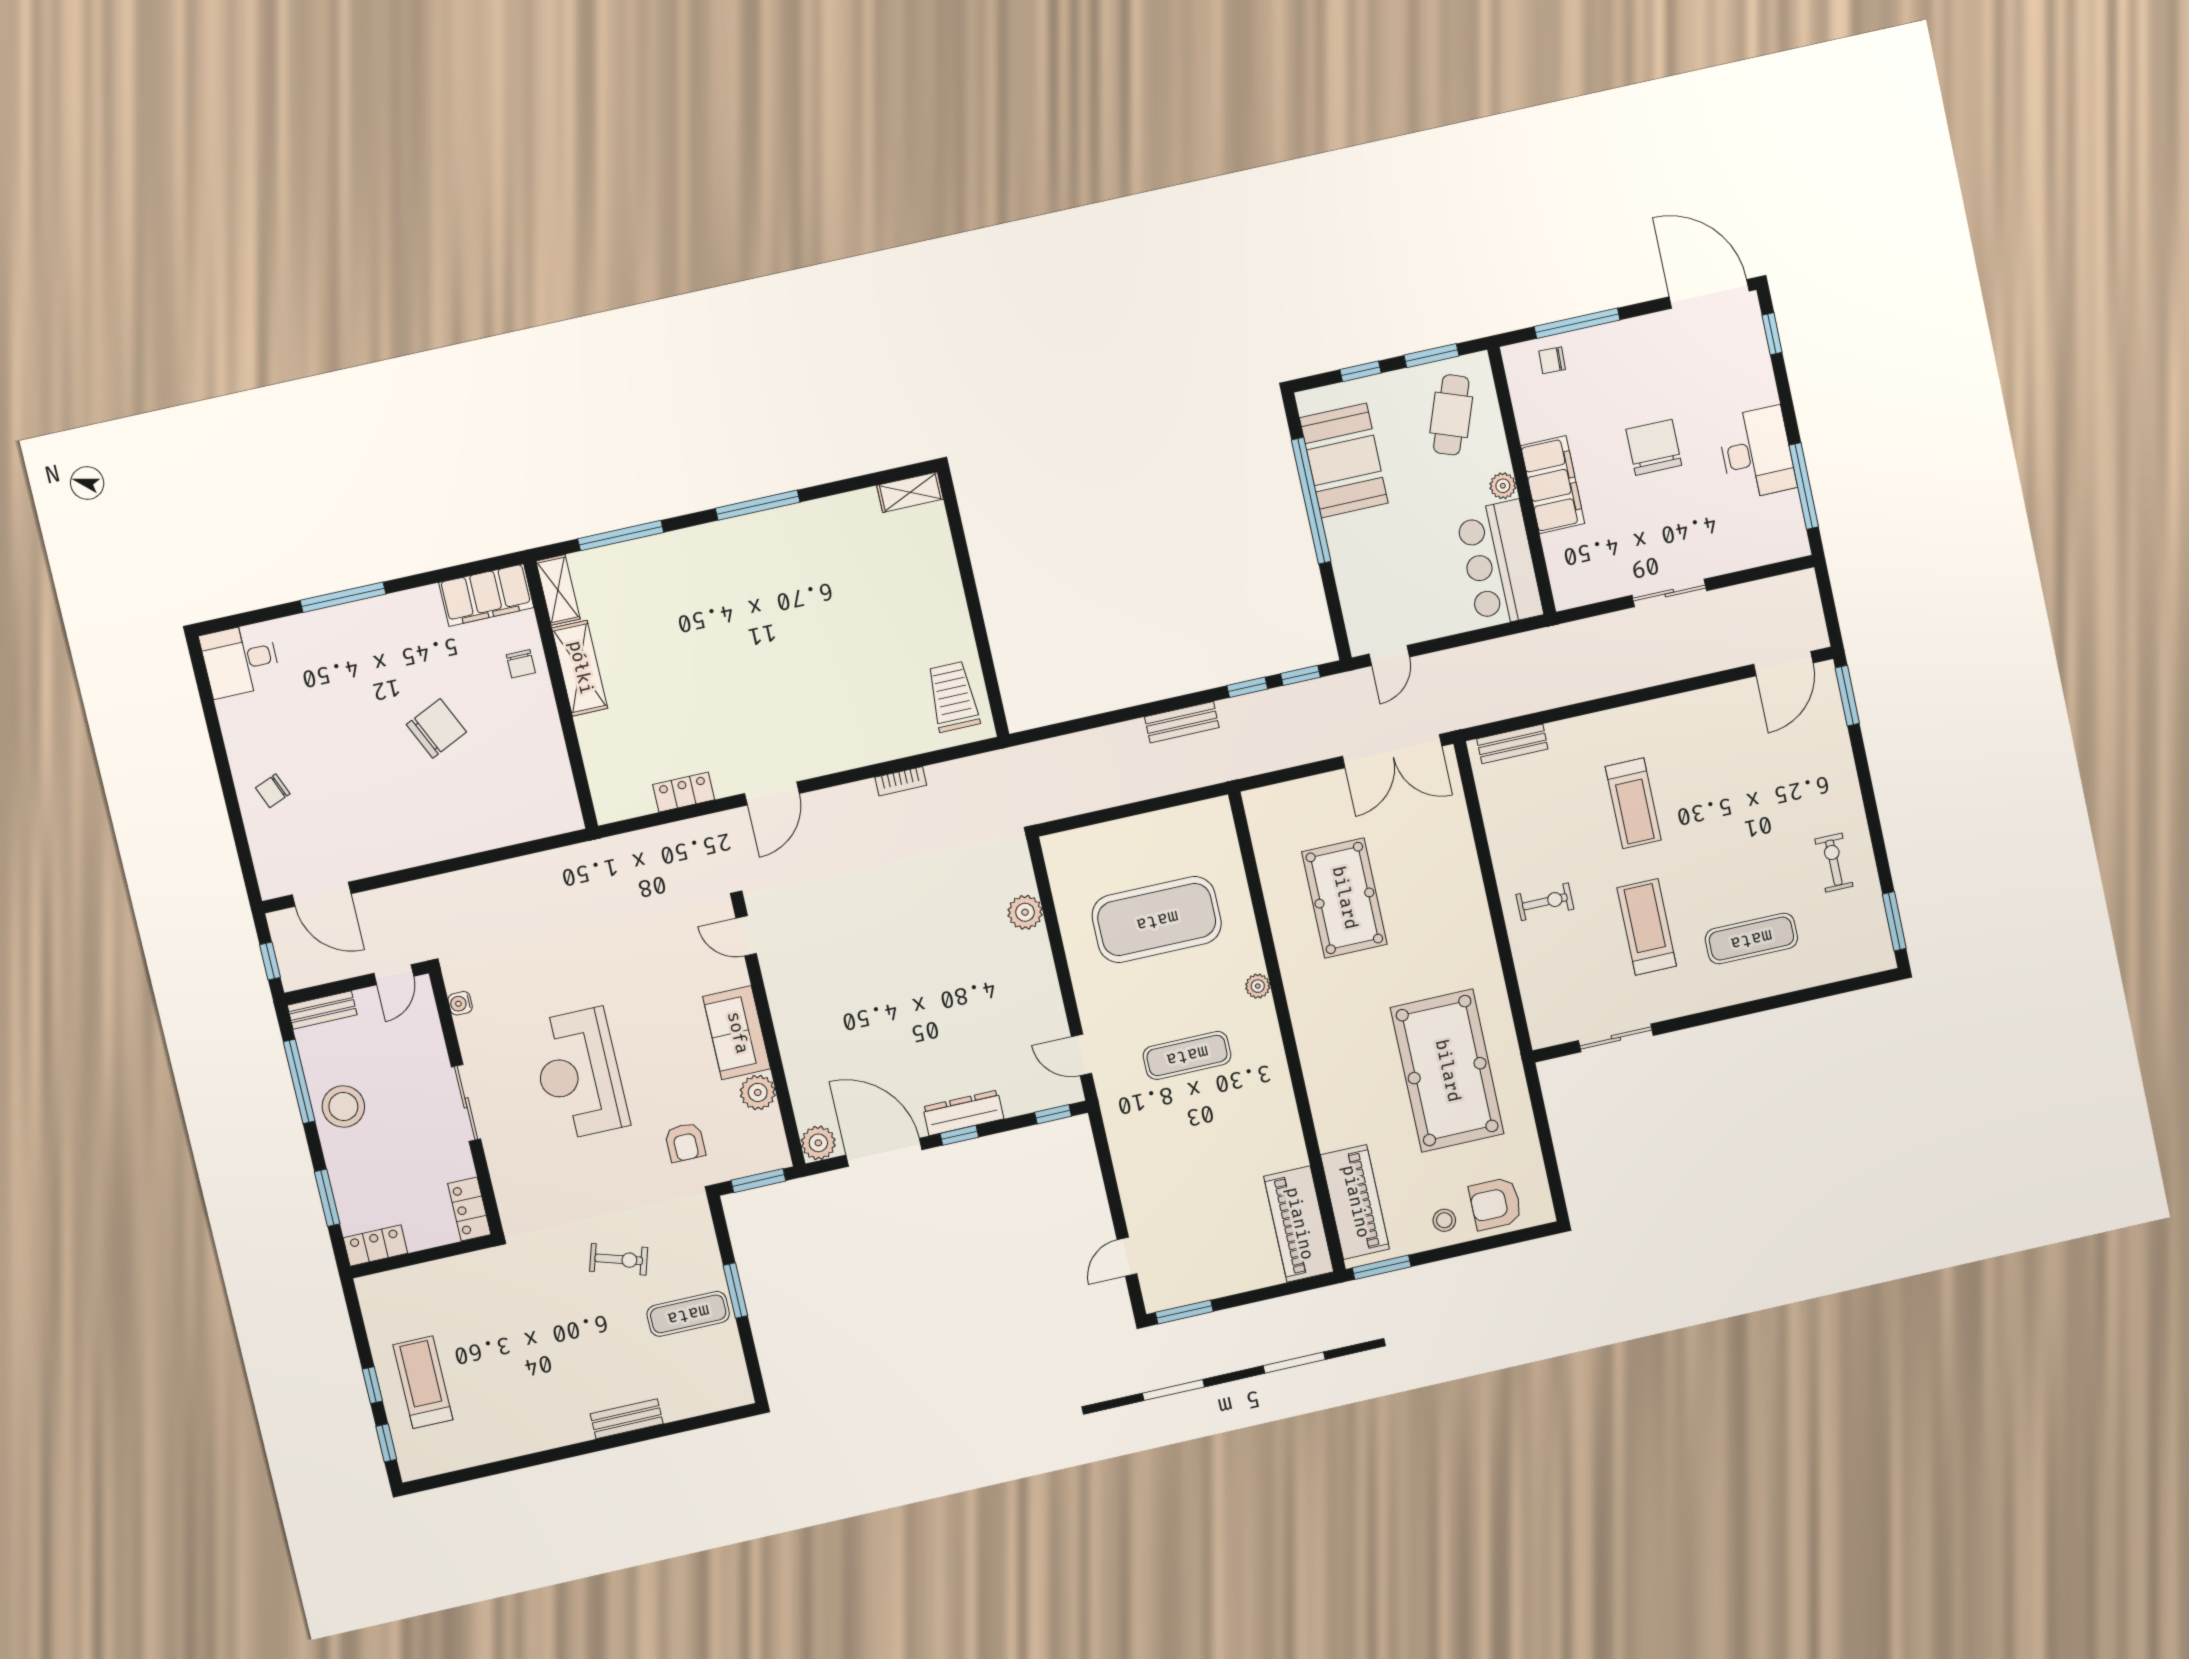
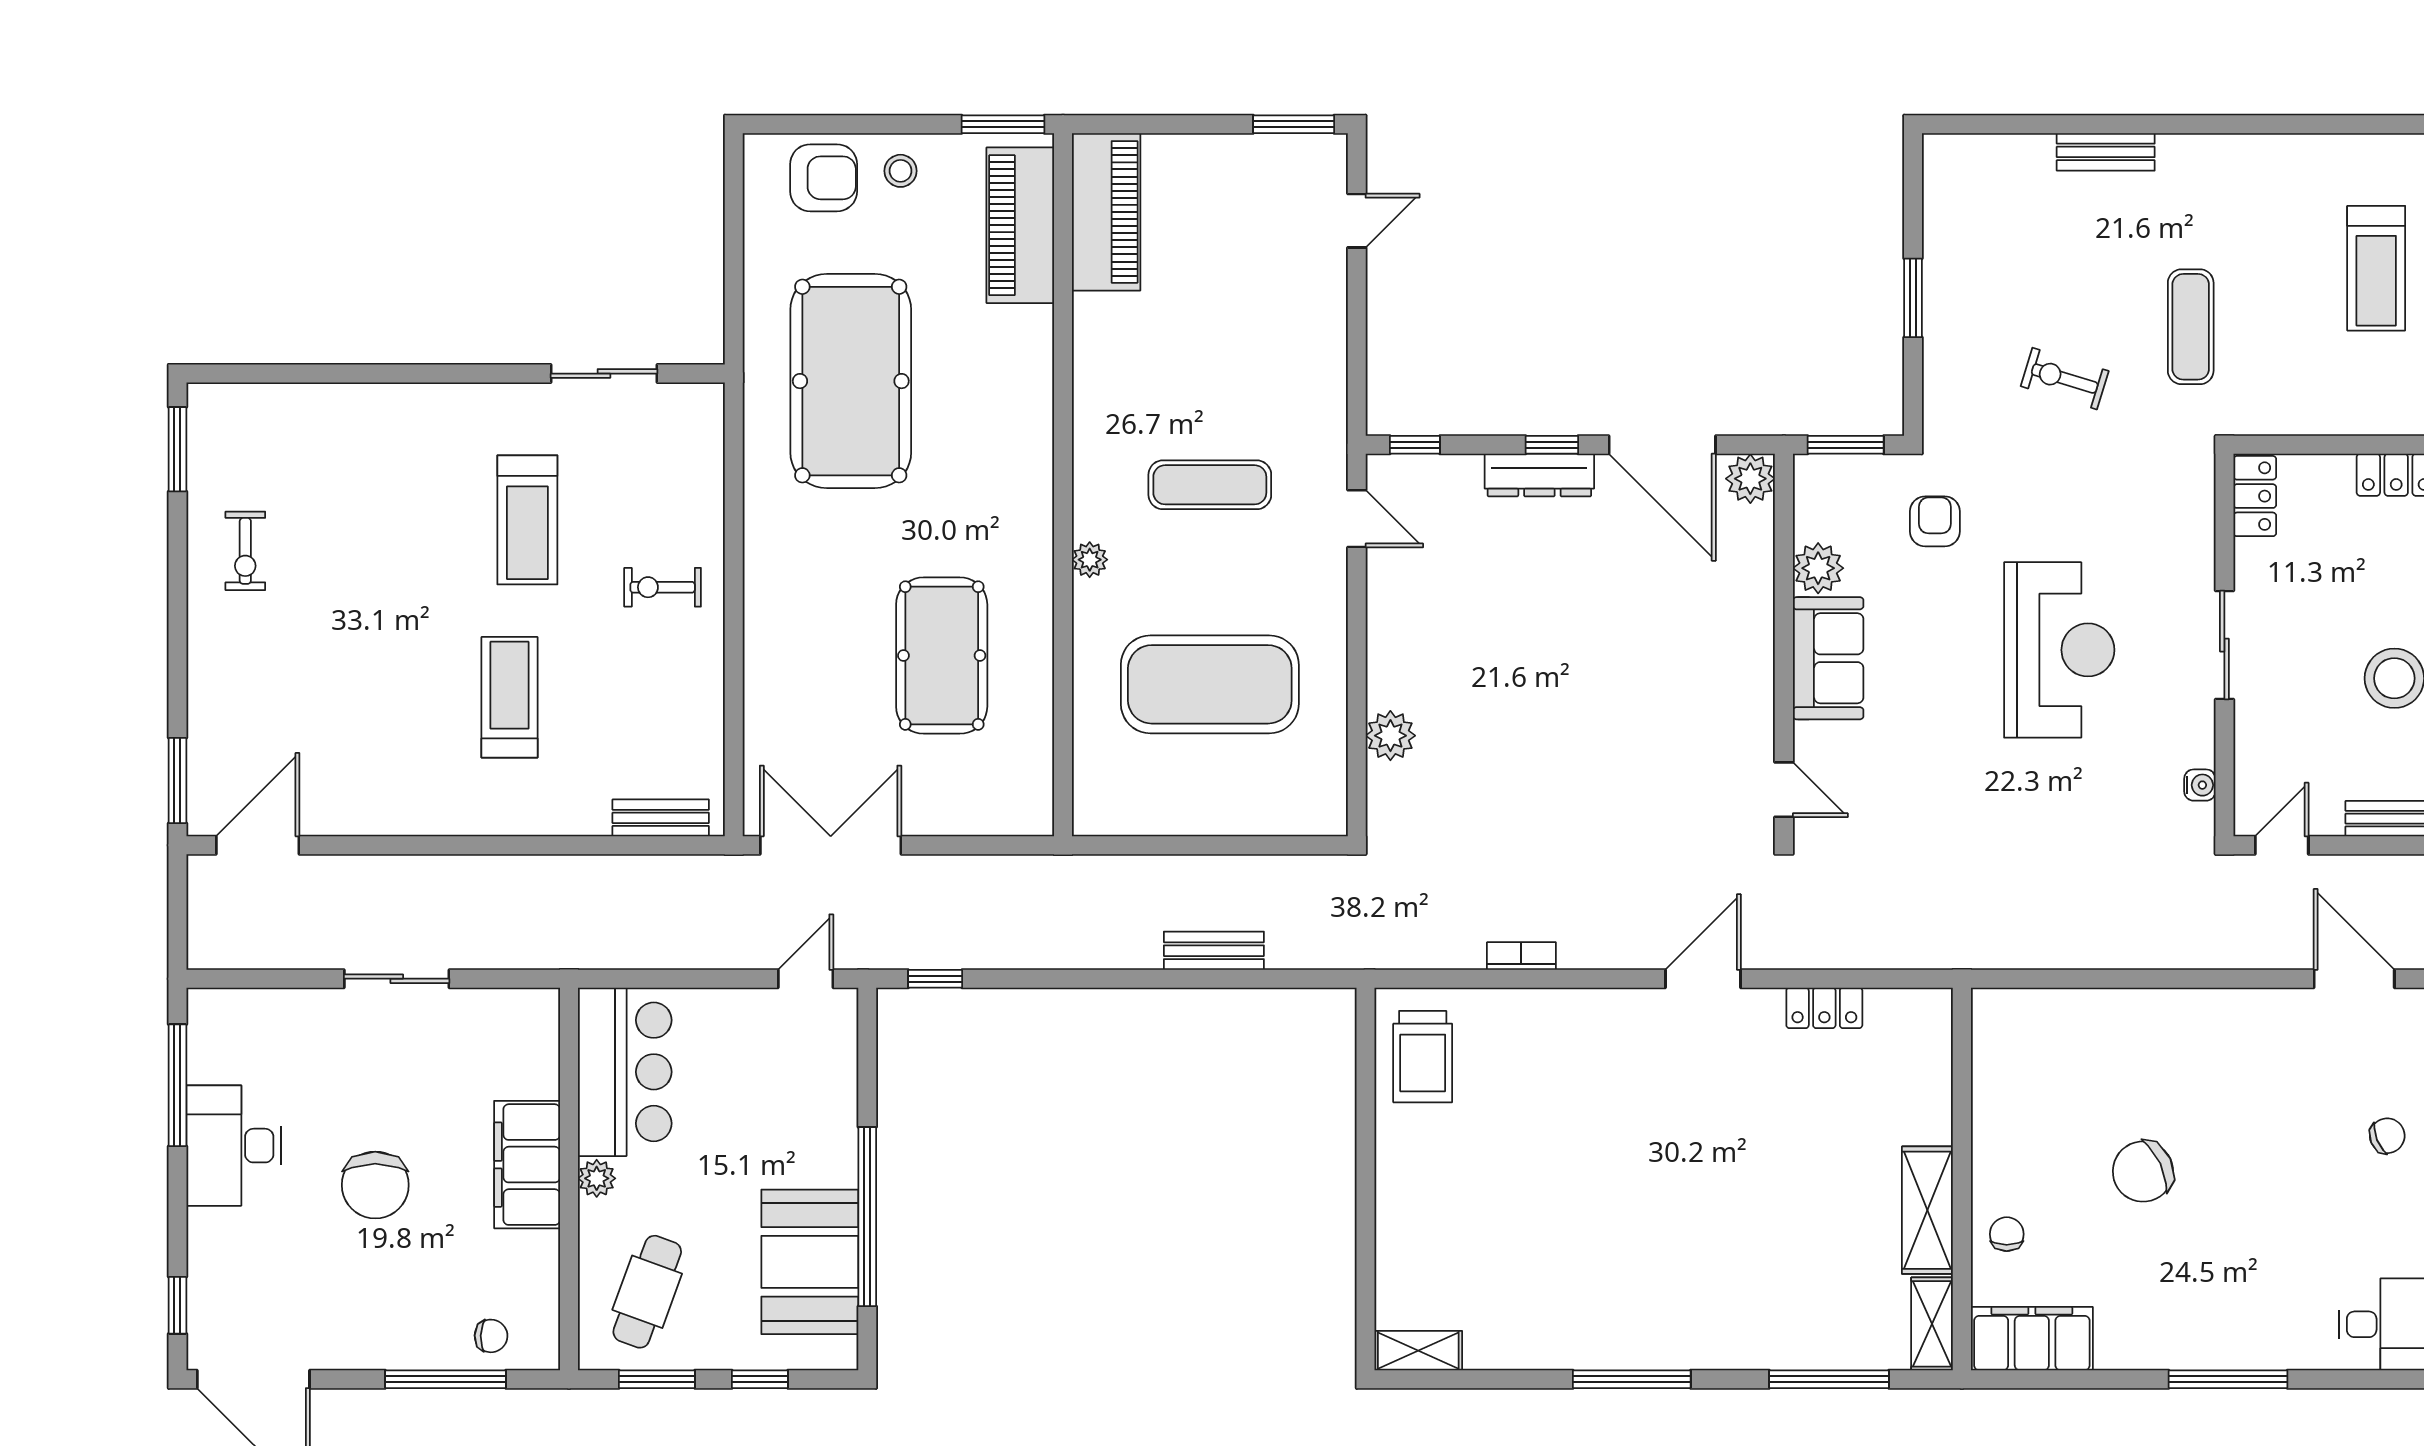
window: (1247, 687) -> (1013, 979), removed
bench: (1182, 722) -> (1214, 951), moved
exercise mat: (1751, 939) -> (384, 470), removed
exercise mat: (688, 1314) -> (2191, 327), moved, turned 90

